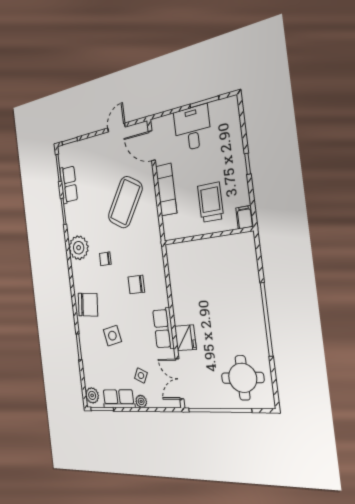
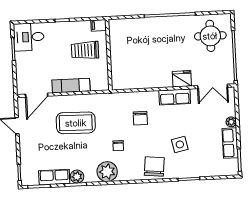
desk: (192, 128) -> (29, 37), moved
coffee table: (125, 202) -> (76, 123), turned -31
side table: (141, 375) -> (211, 120), removed
plant: (92, 395) -> (77, 177), moved

